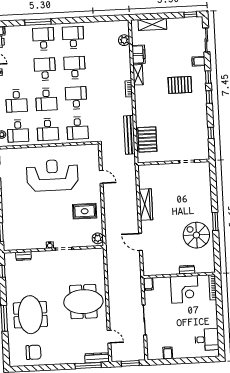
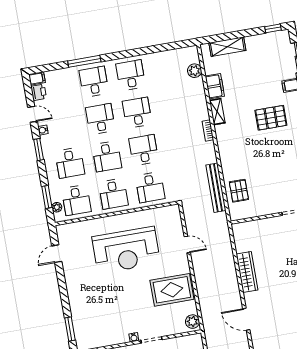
pallet: (147, 139) -> (239, 191), width x0.67, depth x0.71
reception desk: (52, 175) -> (126, 250), turned 180
rug: (85, 211) -> (172, 290), width x1.36, depth x1.43

